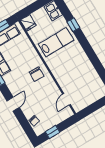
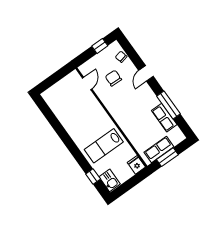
window: (73, 25) -> (93, 176), moved
chair: (37, 74) -> (113, 78), moved

